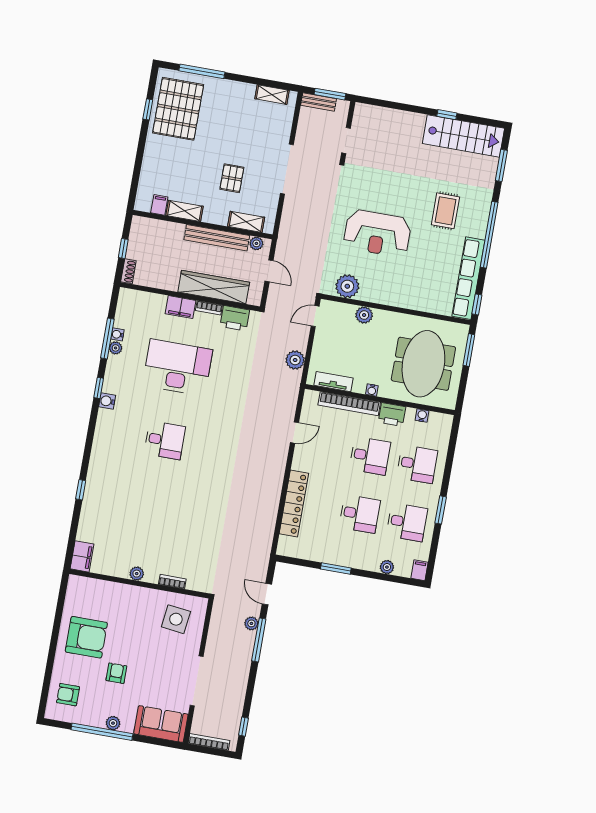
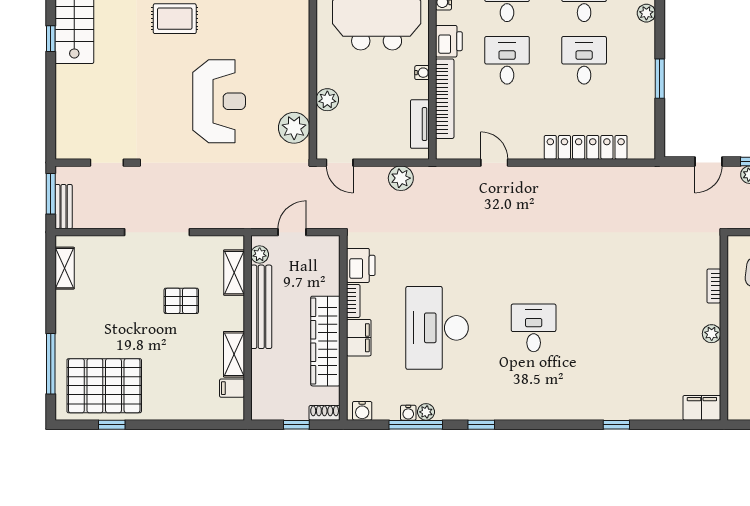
wardrobe: (214, 287) -> (325, 341), moved
water cooler: (107, 401) -> (362, 411), moved

